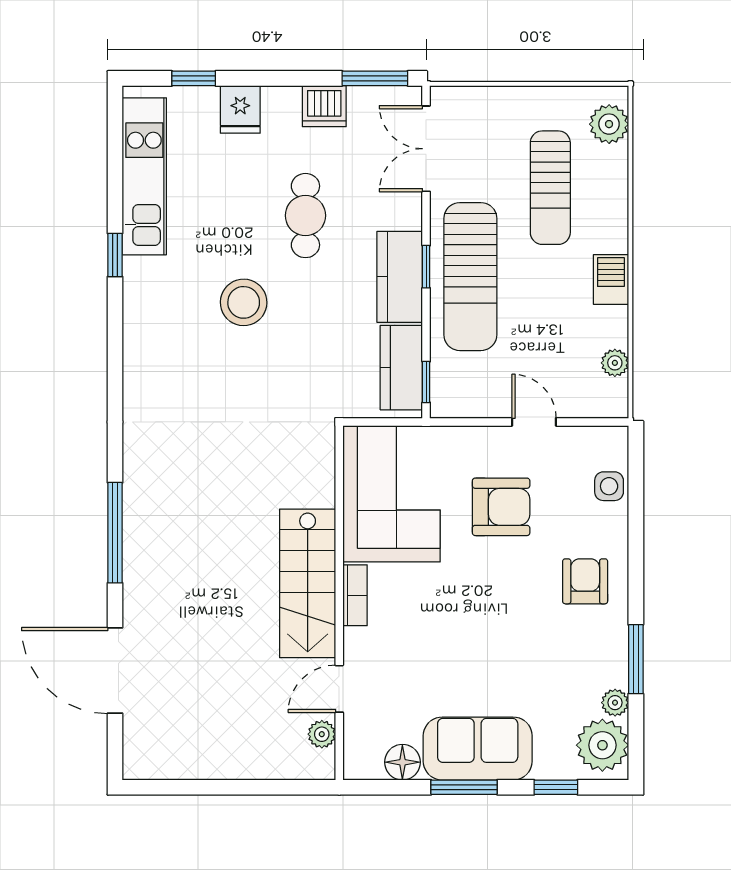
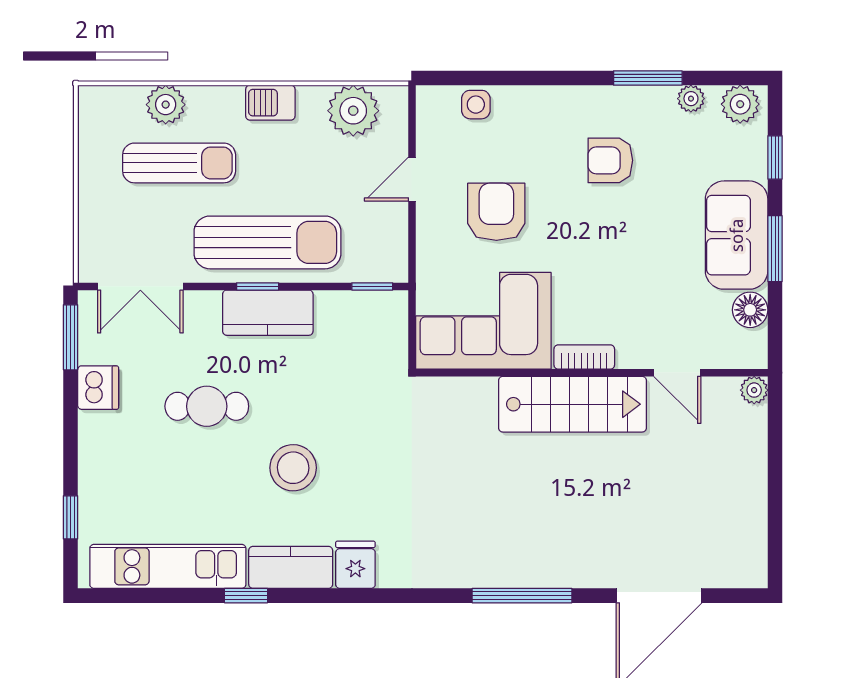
fridge: (240, 109) -> (355, 565), moved, turned -90
plant: (609, 124) -> (166, 105), moved
plant: (615, 363) -> (353, 111), width x1.88, depth x1.88
kitchen counter: (401, 368) -> (291, 567), moved, turned 180
armchair: (585, 581) -> (610, 160), moved
plant: (322, 734) -> (754, 390), moved
plant: (602, 745) -> (740, 104), width x0.73, depth x0.73

